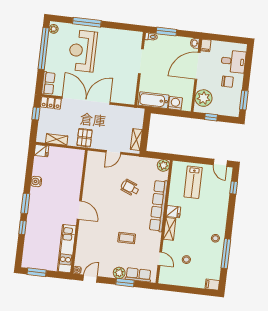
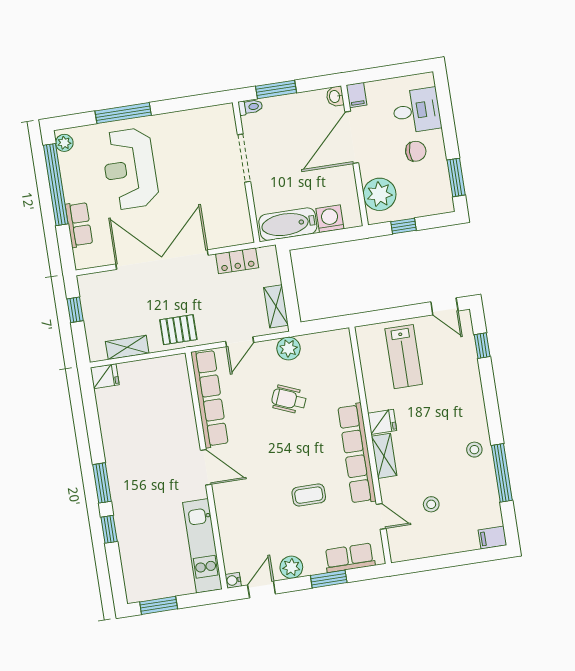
row of seats: (48, 83) -> (79, 224), moved
locker: (51, 103) -> (237, 261), moved
pallet: (85, 138) -> (178, 330), turned 90
plant: (163, 165) -> (289, 348), moved
row of seats: (91, 176) -> (209, 398), added
water cooler: (36, 182) -> (111, 436), removed
row of seats: (159, 206) -> (357, 453), moved
plant: (119, 273) -> (291, 567), moved

